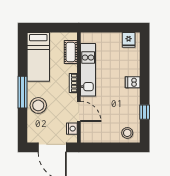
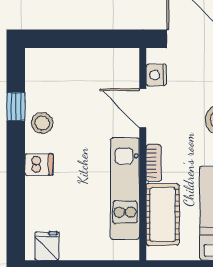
cot: (71, 52) -> (163, 214), width x1.37, depth x1.34
stool: (127, 133) -> (42, 123), moved

